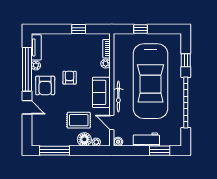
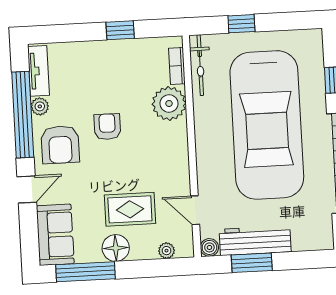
plant: (106, 64) -> (169, 104), width x1.87, depth x1.87
sofa: (101, 92) -> (55, 235), moved, turned 180
bicycle: (118, 96) -> (200, 65), moved
door: (27, 107) -> (27, 189), hinge flipped
floor lamp: (84, 139) -> (116, 248), moved
workbench: (146, 140) -> (255, 241), width x1.38
window: (160, 151) -> (252, 263), moved

